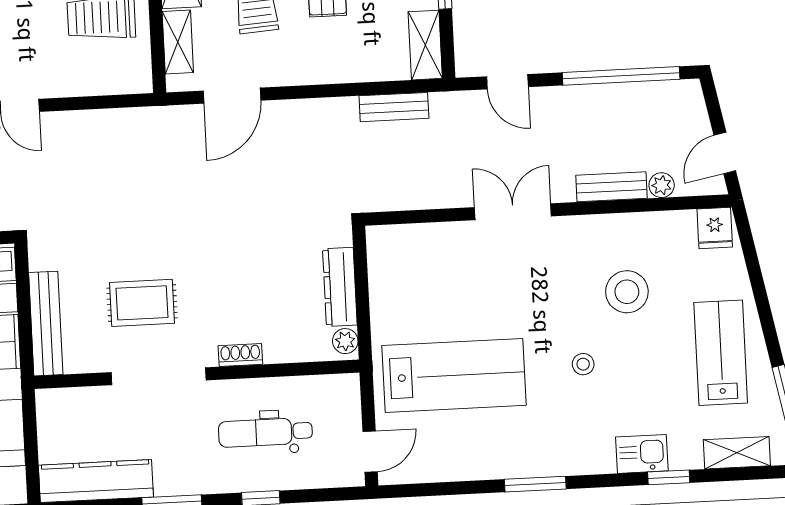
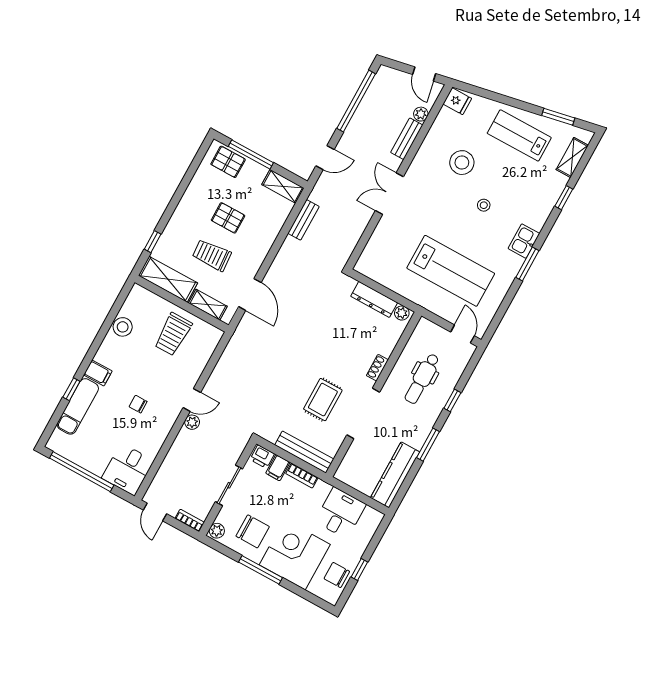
lab bench: (454, 375) -> (451, 271), turned 90
kitchen sink: (642, 454) -> (524, 241), moved

